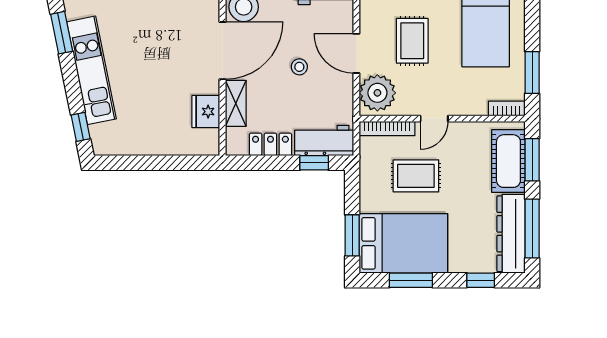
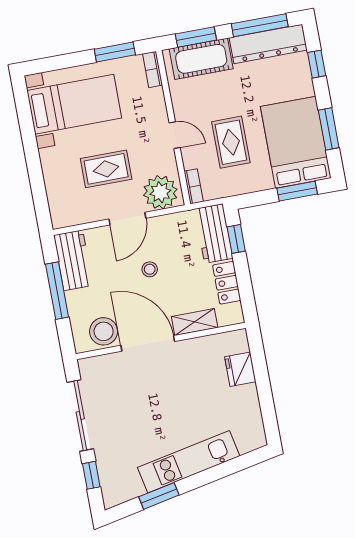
fridge: (206, 112) -> (240, 369), moved, turned 90
window: (81, 127) -> (243, 462), removed
bookcase: (387, 129) -> (194, 186), width x0.64

